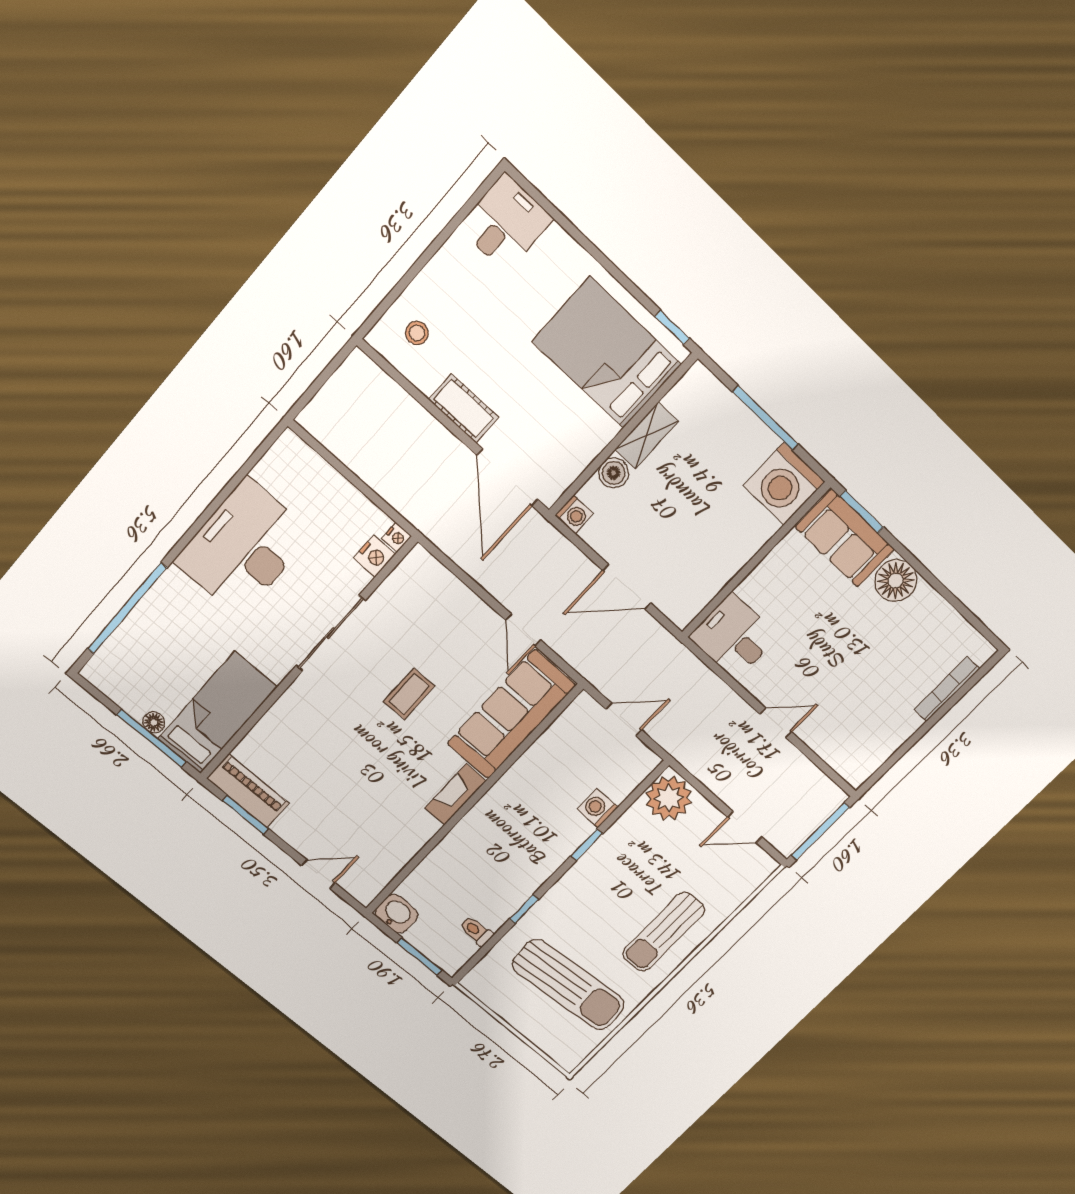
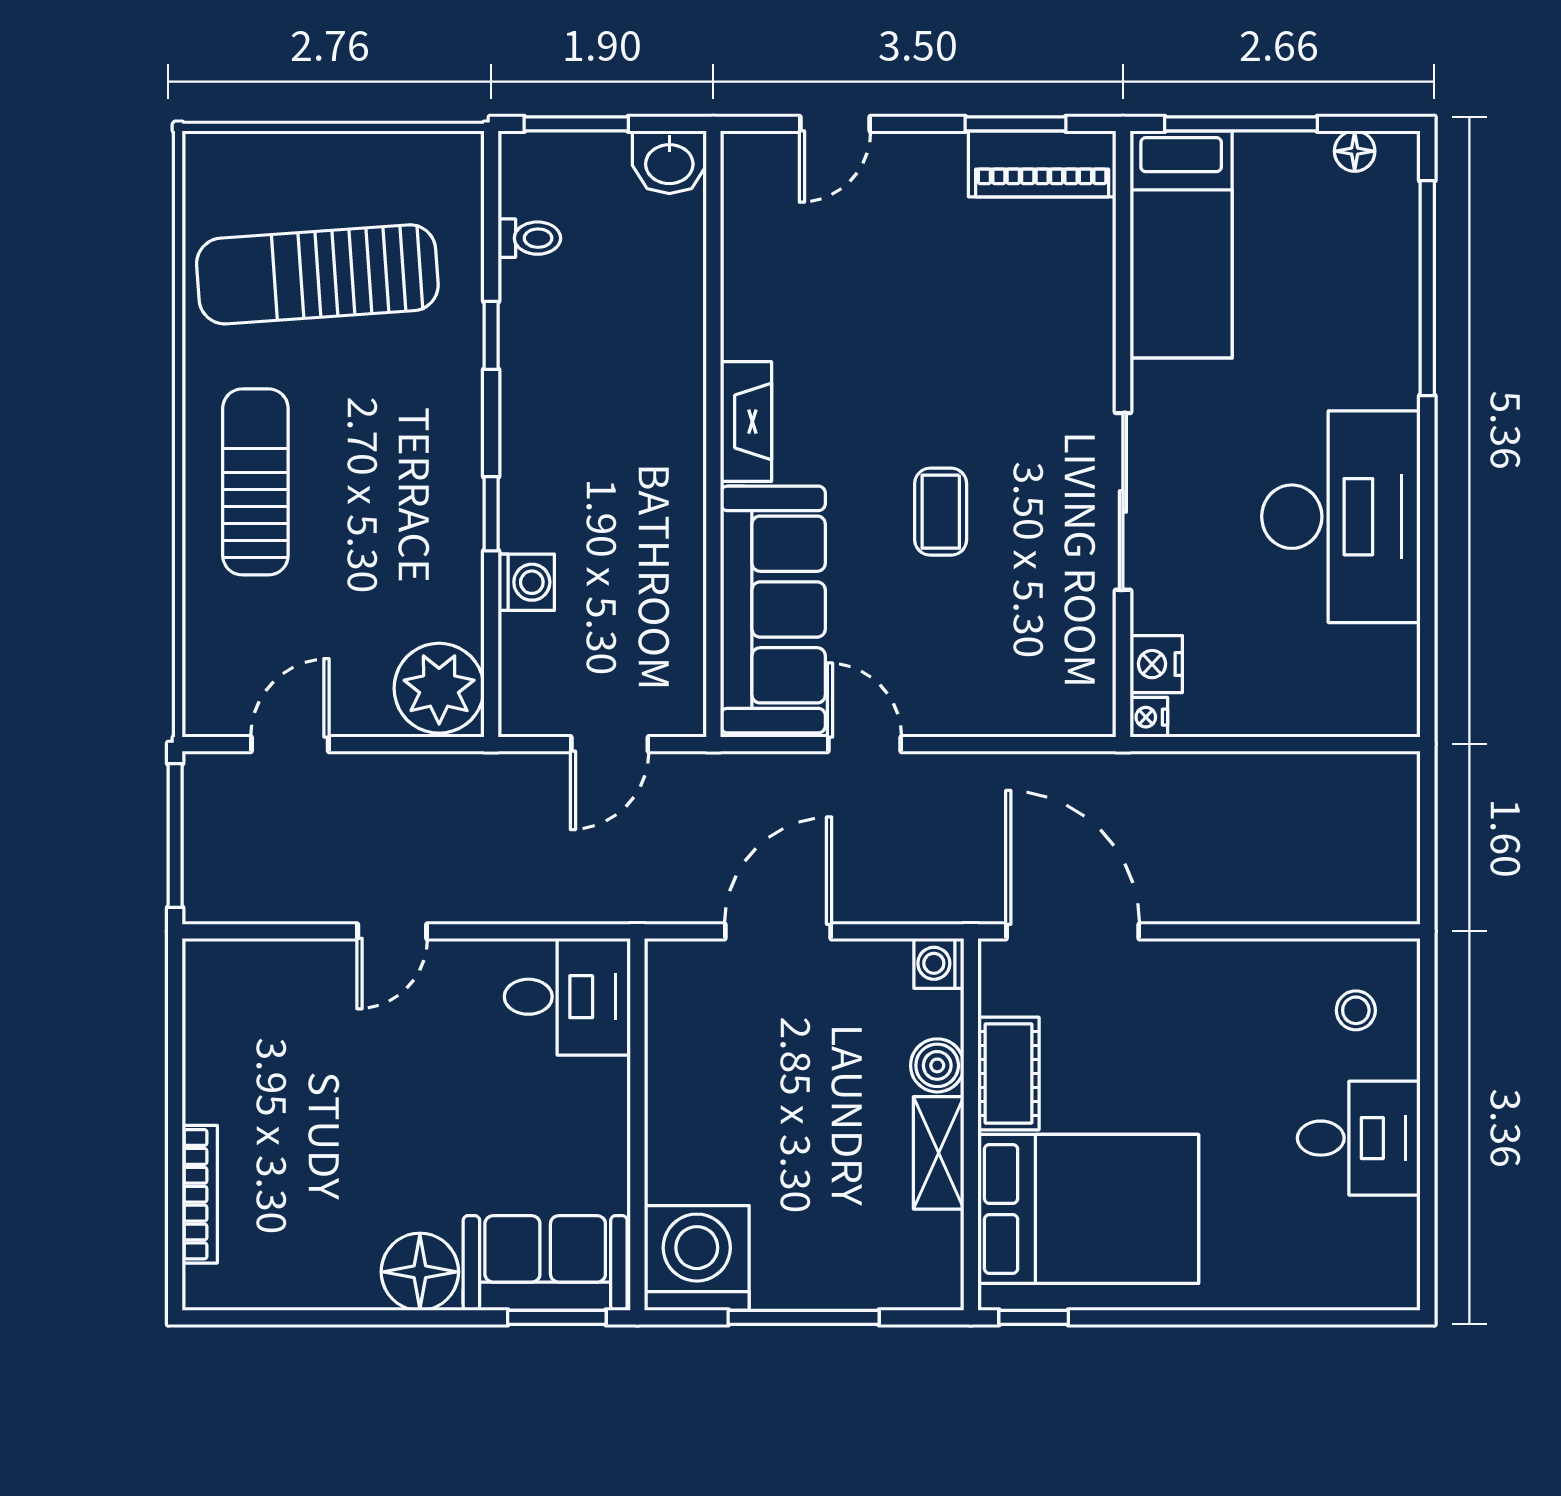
desk: (506, 223) -> (1359, 1138), moved, turned -90
cot: (464, 408) -> (1008, 1073), moved, turned 90
floor lamp: (154, 722) -> (1355, 151), moved

